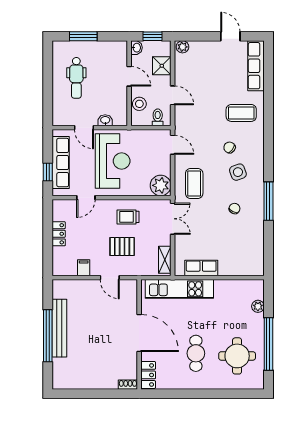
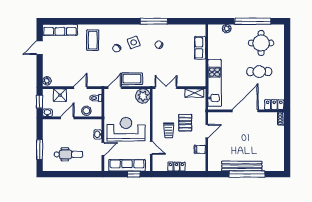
coffee table: (194, 183) -> (132, 79), moved
trolley: (128, 217) -> (169, 130), moved
row of seats: (201, 268) -> (200, 48), moved

